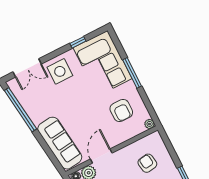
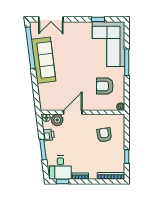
side table: (60, 71) -> (74, 34), removed
armchair: (121, 110) -> (105, 86), turned 90
sofa: (60, 143) -> (44, 60), moved

